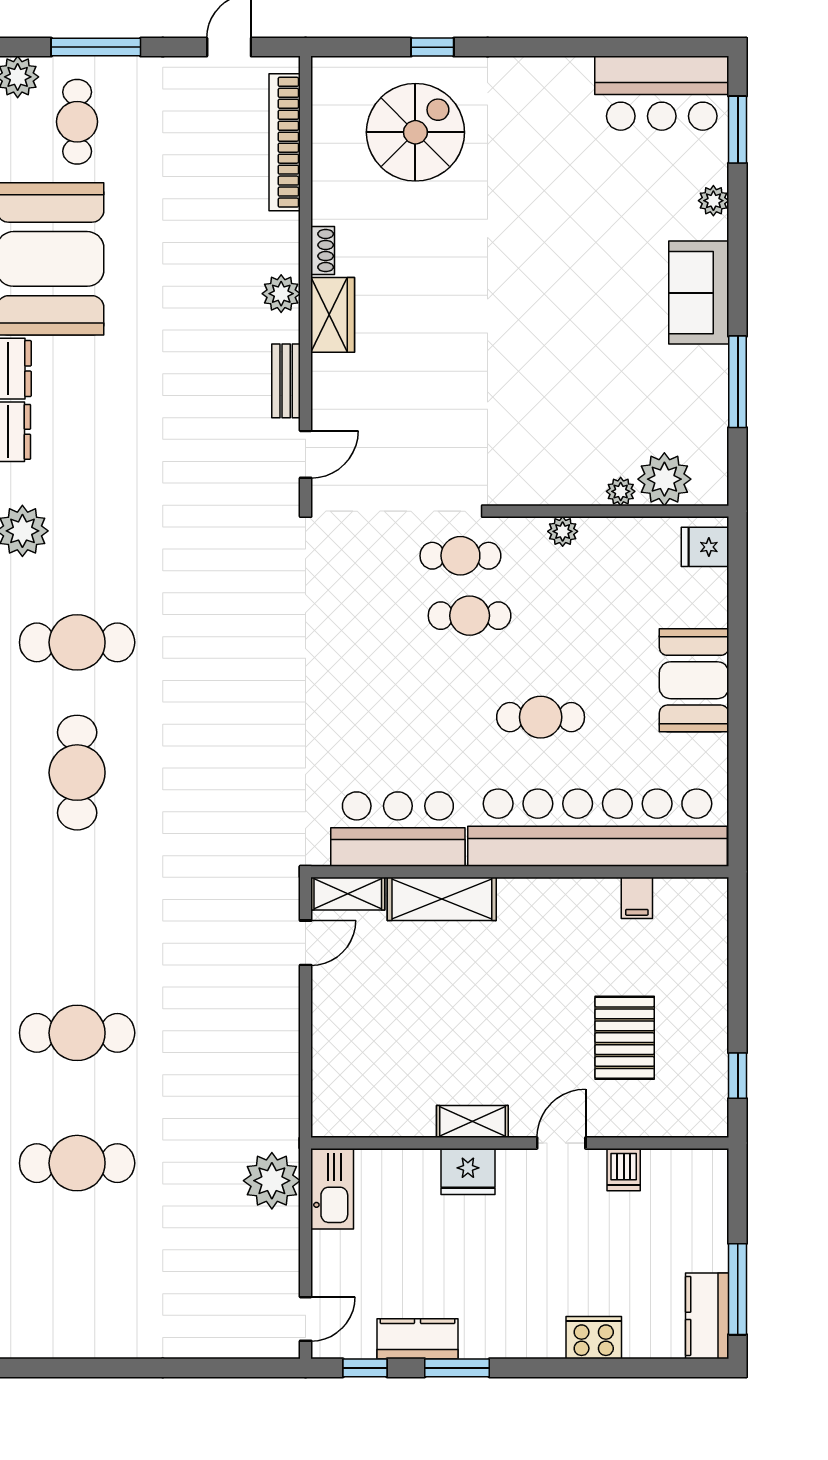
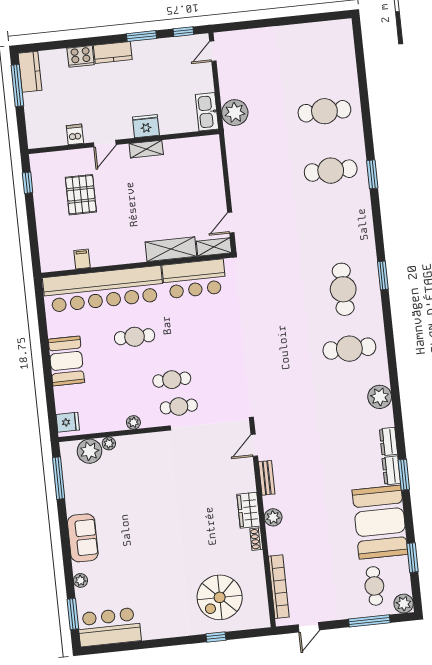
window: (738, 382) -> (59, 478), moved
kitchen counter: (418, 1339) -> (113, 52), moved

